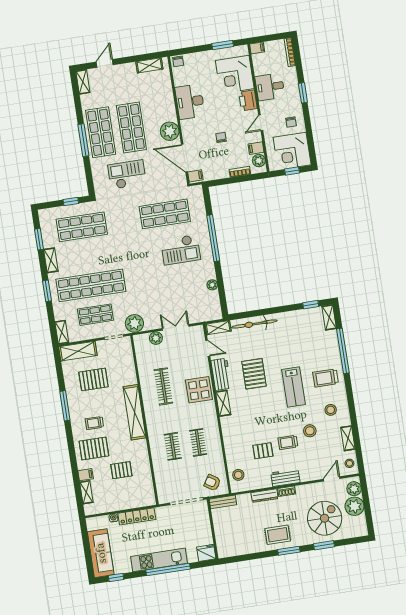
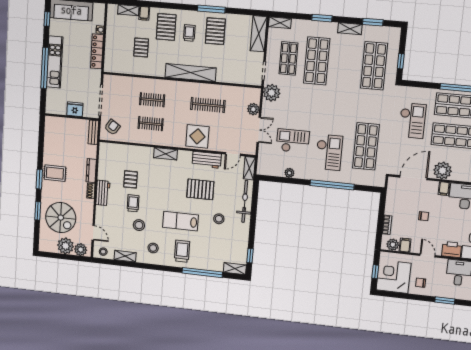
filing cabinet: (195, 176) -> (444, 189), moved
checkout: (181, 250) -> (329, 152), turned 180
shop shelf: (91, 285) -> (317, 61), width x0.71
checkout: (178, 289) -> (293, 141), added
pallet: (93, 379) -> (215, 31), moved
shelving: (223, 403) -> (166, 154), moved
stool: (238, 475) -> (219, 219), moved
rug: (278, 535) -> (55, 173), turned 90
fridge: (206, 553) -> (75, 109), moved, turned -90

